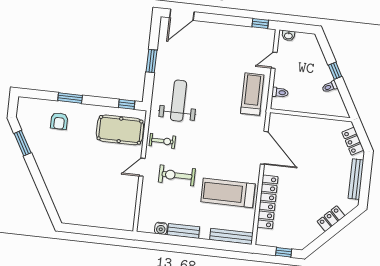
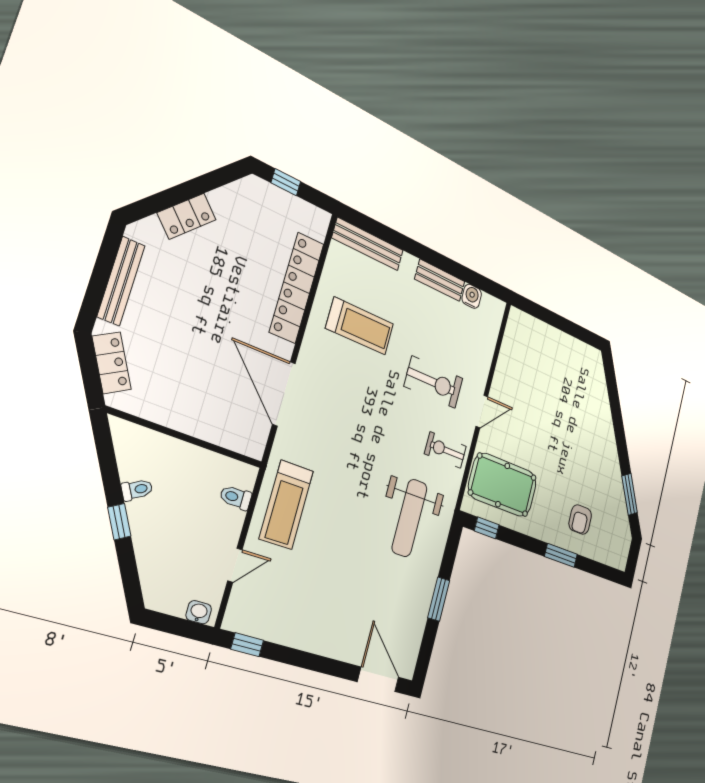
door: (182, 15) -> (378, 679), hinge flipped
armchair: (59, 121) -> (580, 520), turned 180
treadmill: (228, 193) -> (360, 326), width x0.73, depth x0.73

